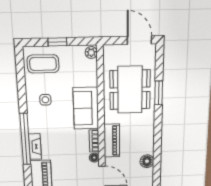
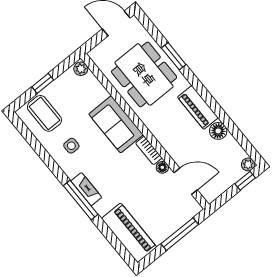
coffee table: (43, 64) -> (44, 113), turned 90
window: (25, 139) -> (81, 200), width x0.68
piano: (112, 141) -> (198, 107), moved, turned 180
fireplace: (35, 147) -> (86, 189), moved

